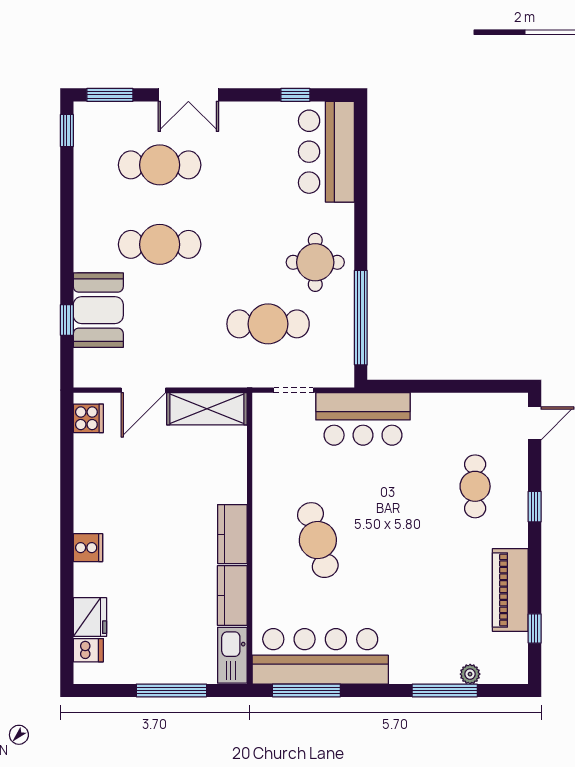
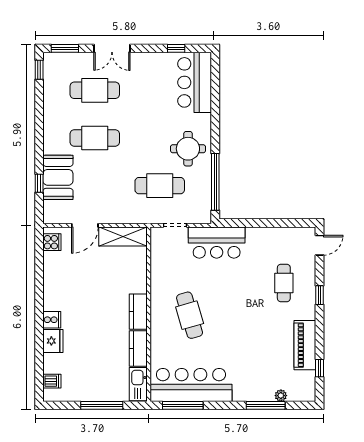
fridge: (90, 617) -> (53, 341), moved

